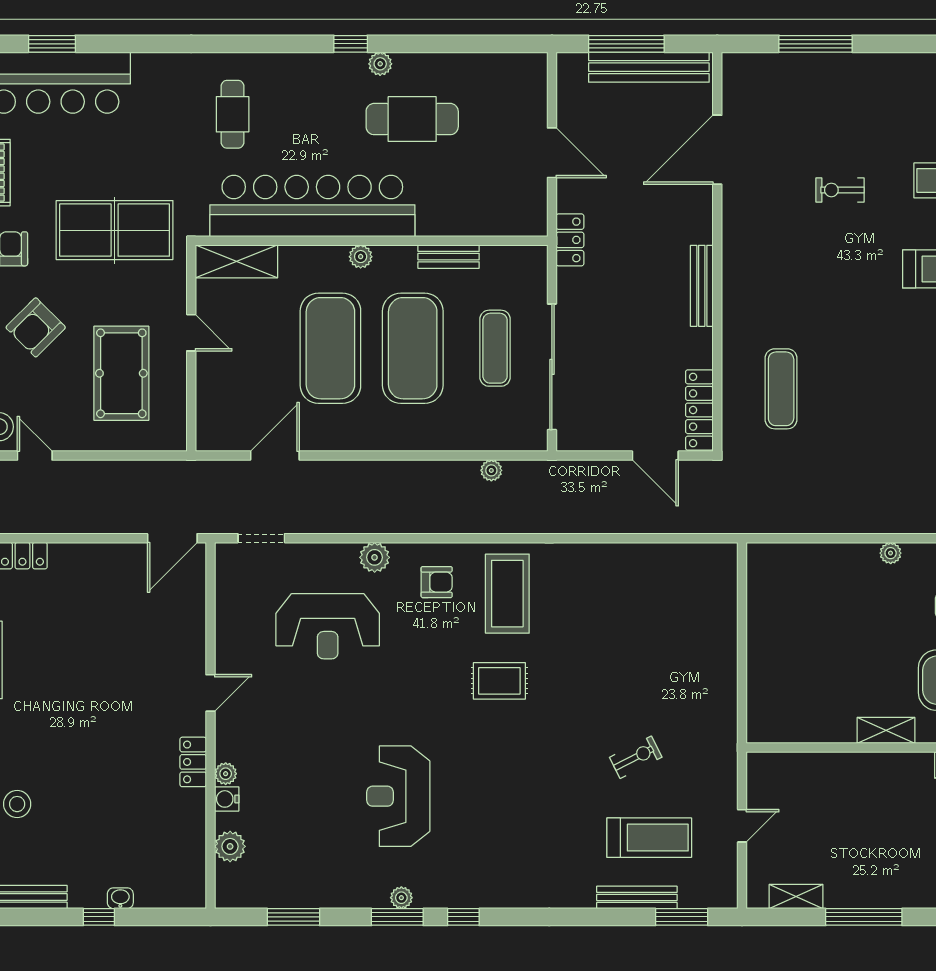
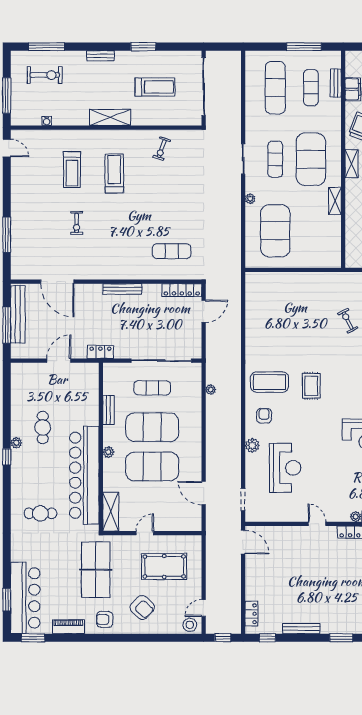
cafe table: (412, 119) -> (43, 427), width x0.73, depth x0.74
exercise mat: (824, 606) -> (275, 231), added

